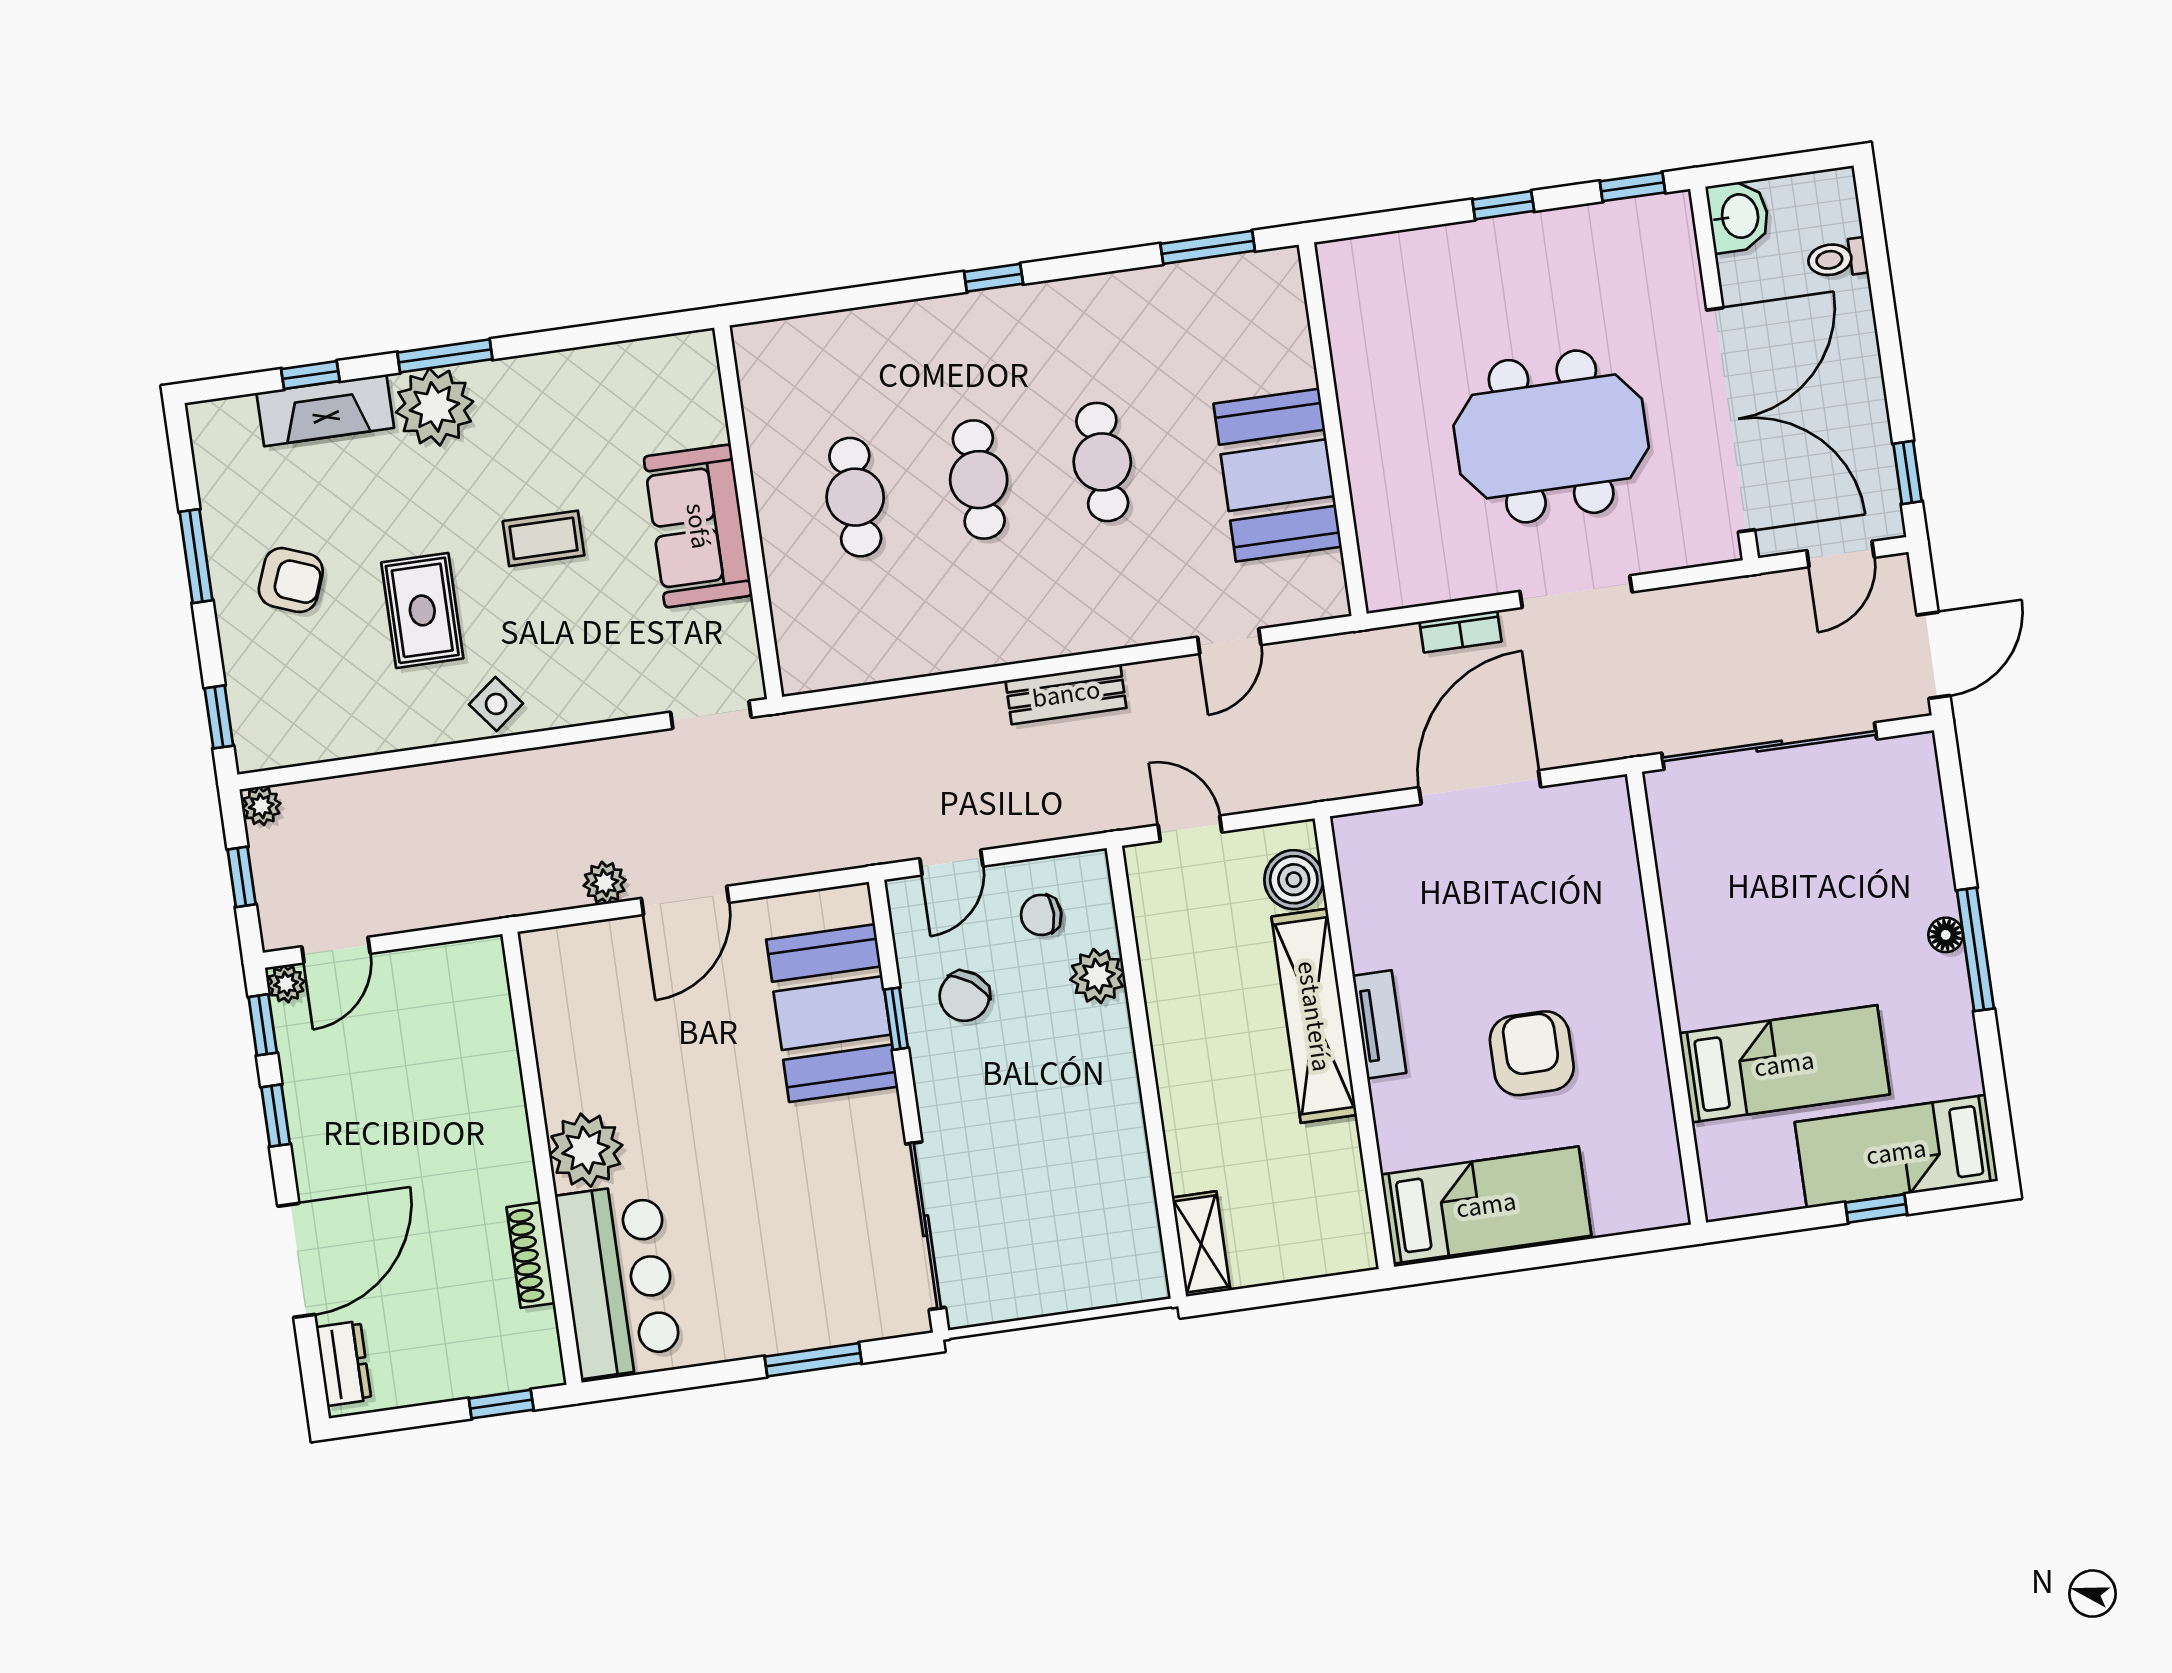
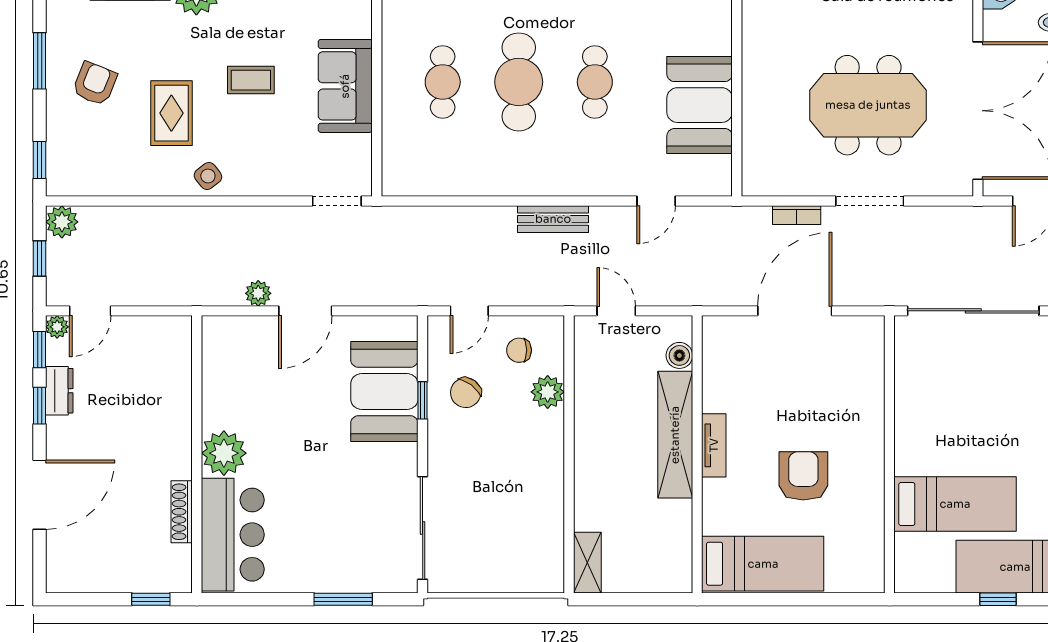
cafe table: (979, 480) -> (519, 82), width x1.37, depth x1.35
armchair: (291, 580) -> (95, 84), turned -89
plant: (261, 806) -> (62, 222), width x1.38, depth x1.38
boiler: (1294, 880) -> (679, 355), width x0.73, depth x0.73
dresser: (344, 1363) -> (59, 391), moved

